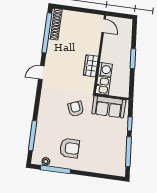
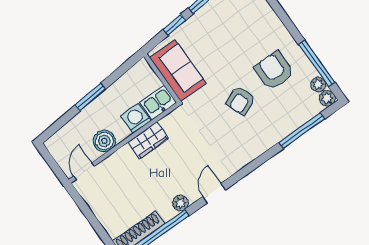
boiler: (108, 47) -> (104, 141), added
plant: (51, 54) -> (180, 203), added
door: (41, 73) -> (214, 193), swing flipped
armchair: (76, 109) -> (241, 101), moved
plant: (36, 160) -> (327, 98), added

